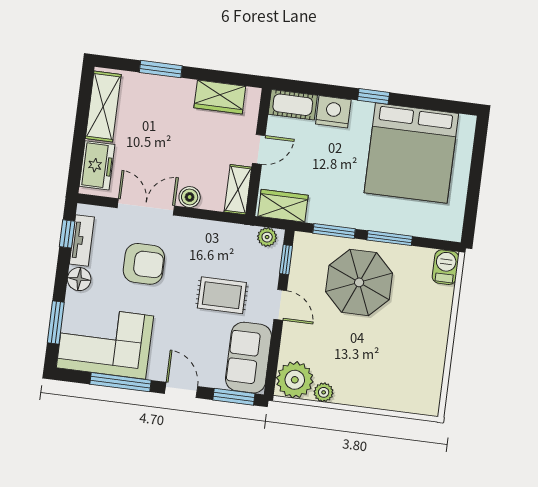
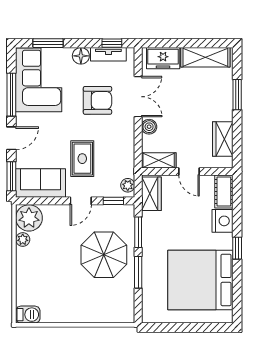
armchair: (144, 264) -> (97, 100), turned -90
barbecue: (445, 267) -> (28, 315), moved

